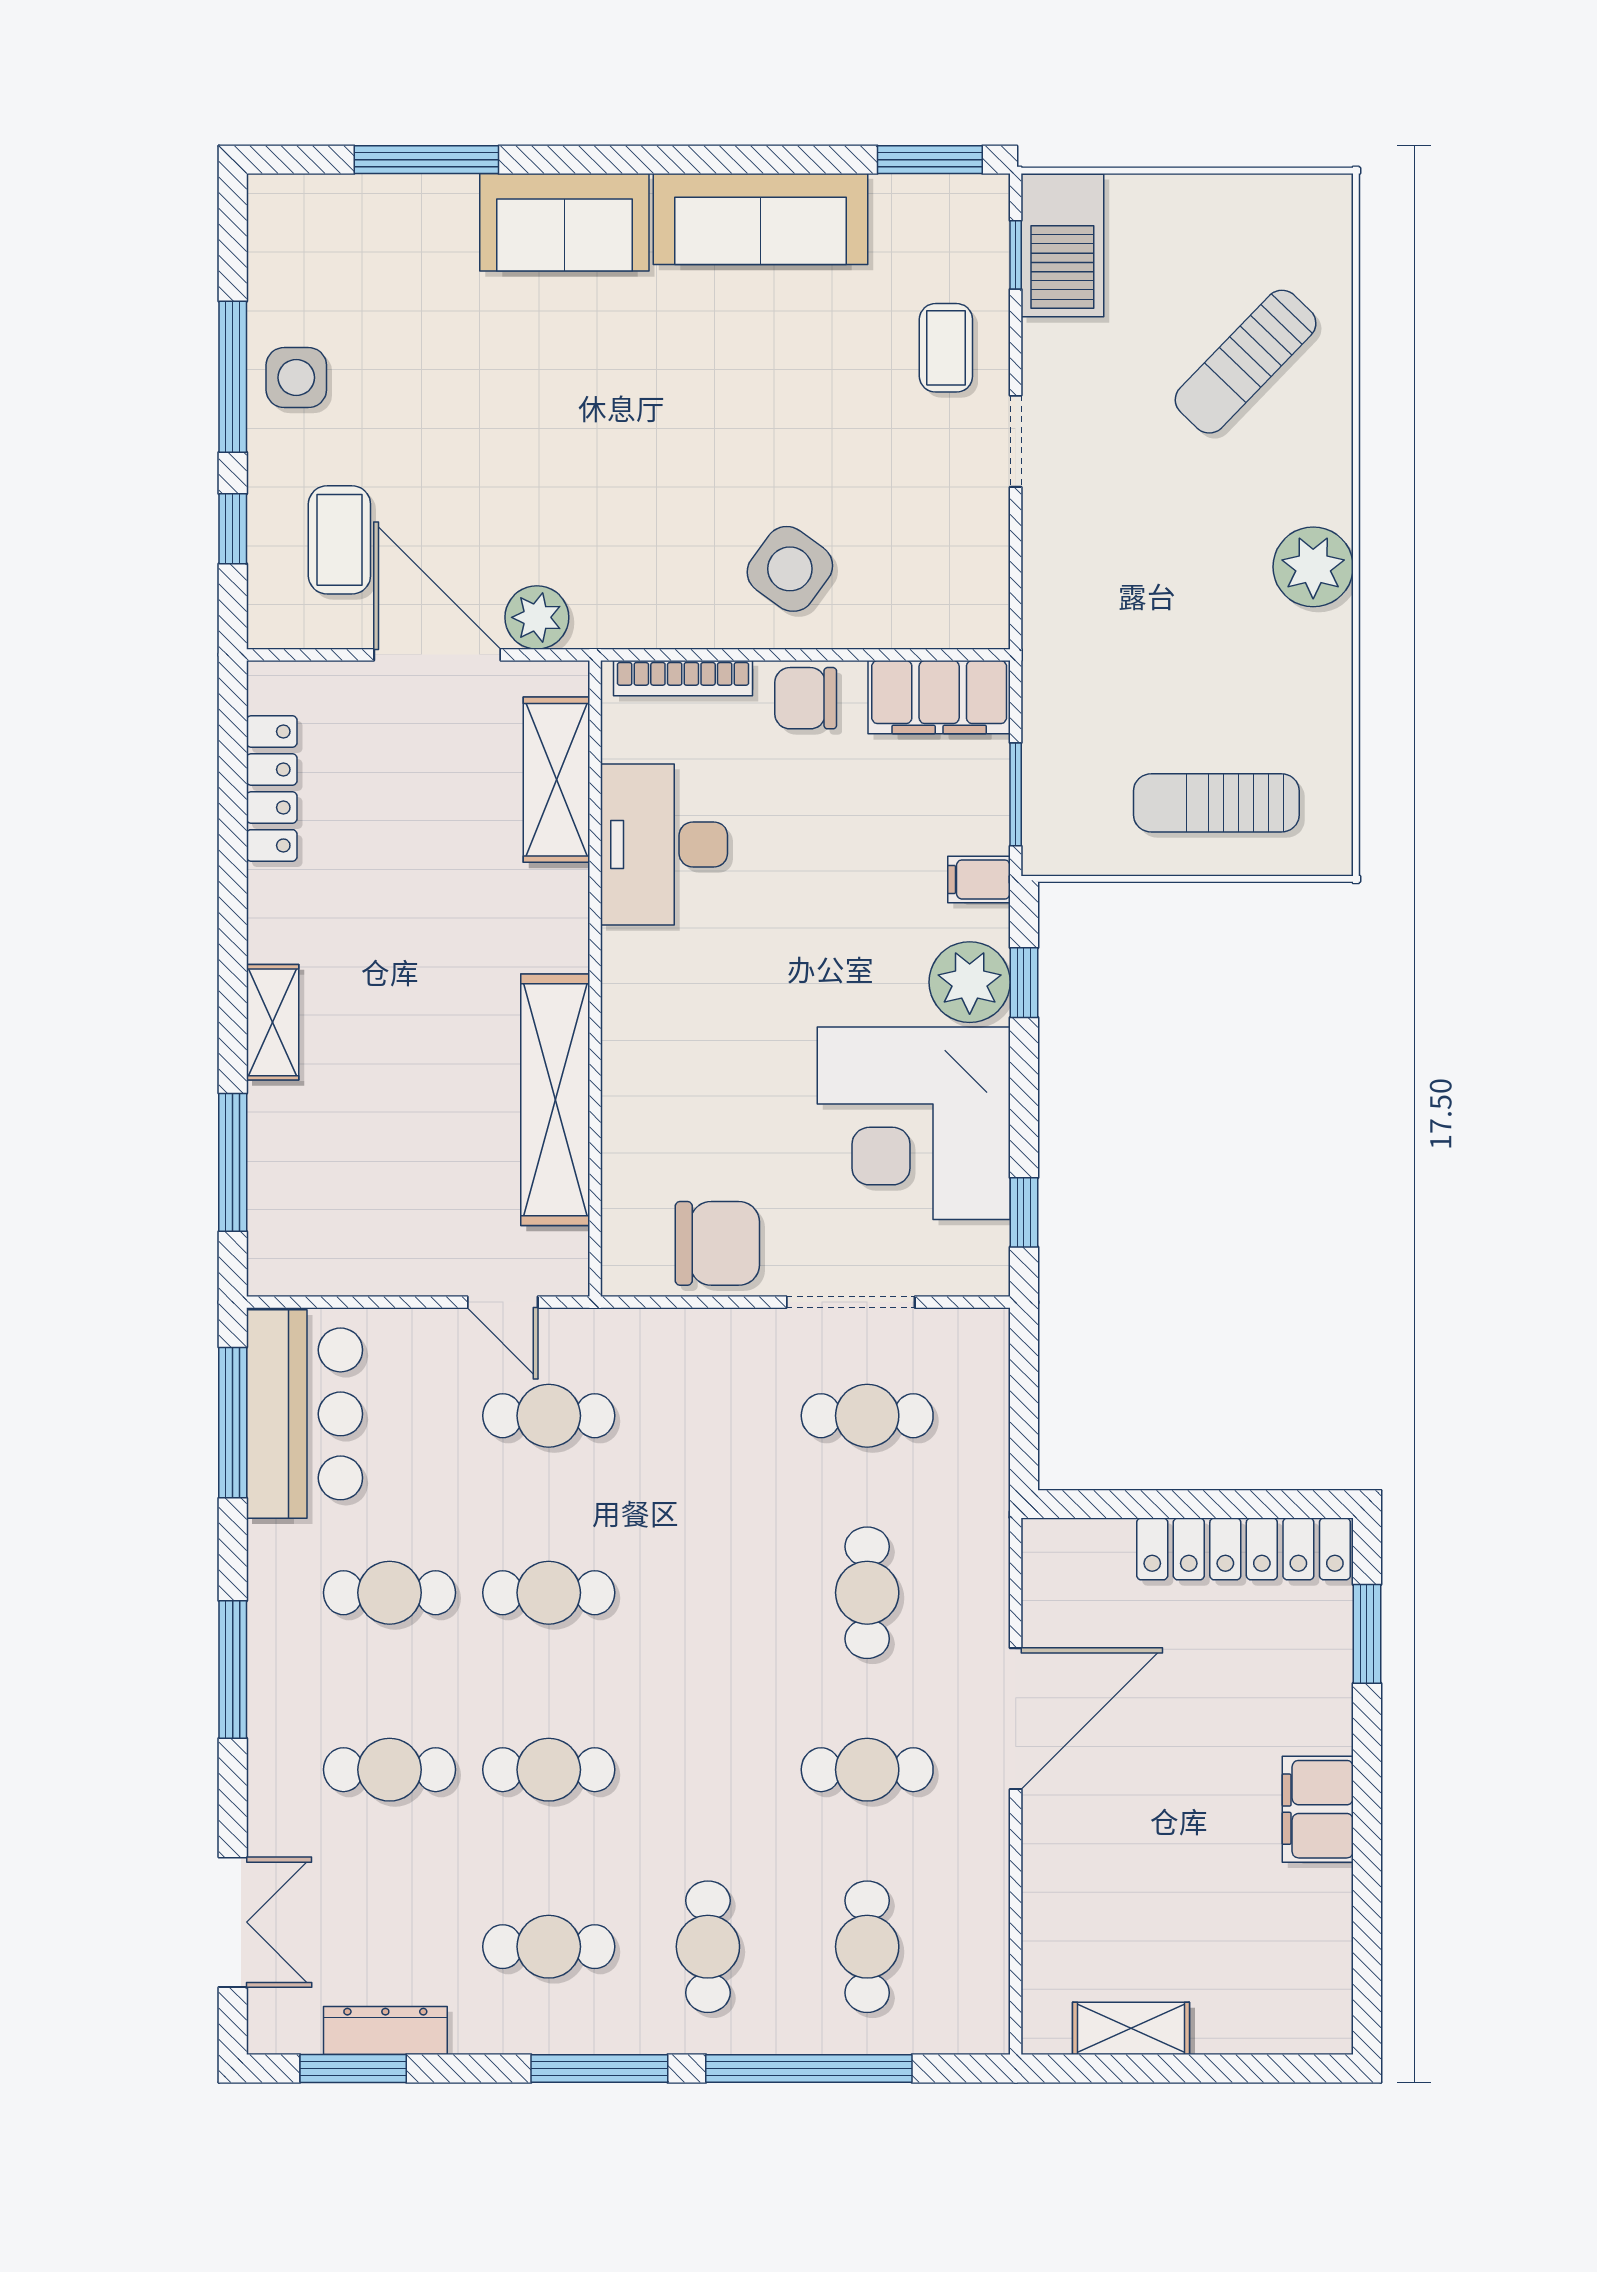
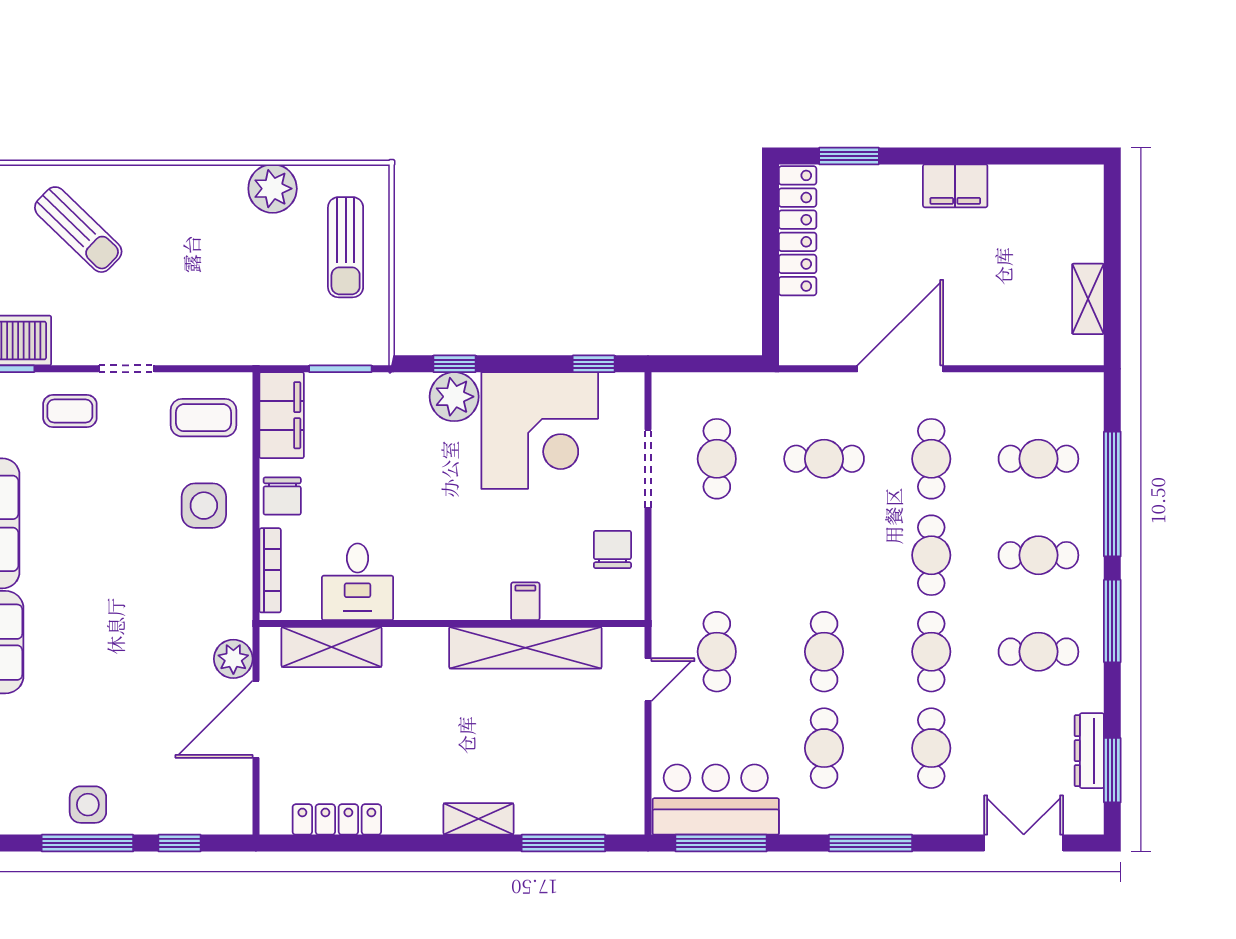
coffee table: (339, 540) -> (203, 418), moved
plant: (1313, 567) -> (273, 189), moved
side table: (790, 569) -> (204, 506), turned -36
desk: (664, 844) -> (358, 582), width x0.73
filing cabinet: (979, 879) -> (525, 601), moved, turned 180
chair: (717, 1243) -> (612, 550), width x0.73, depth x0.73
door: (1016, 1719) -> (900, 369), hinge flipped
cafe table: (708, 1770) -> (931, 555), added
cafe table: (549, 1947) -> (1038, 652), turned 90

